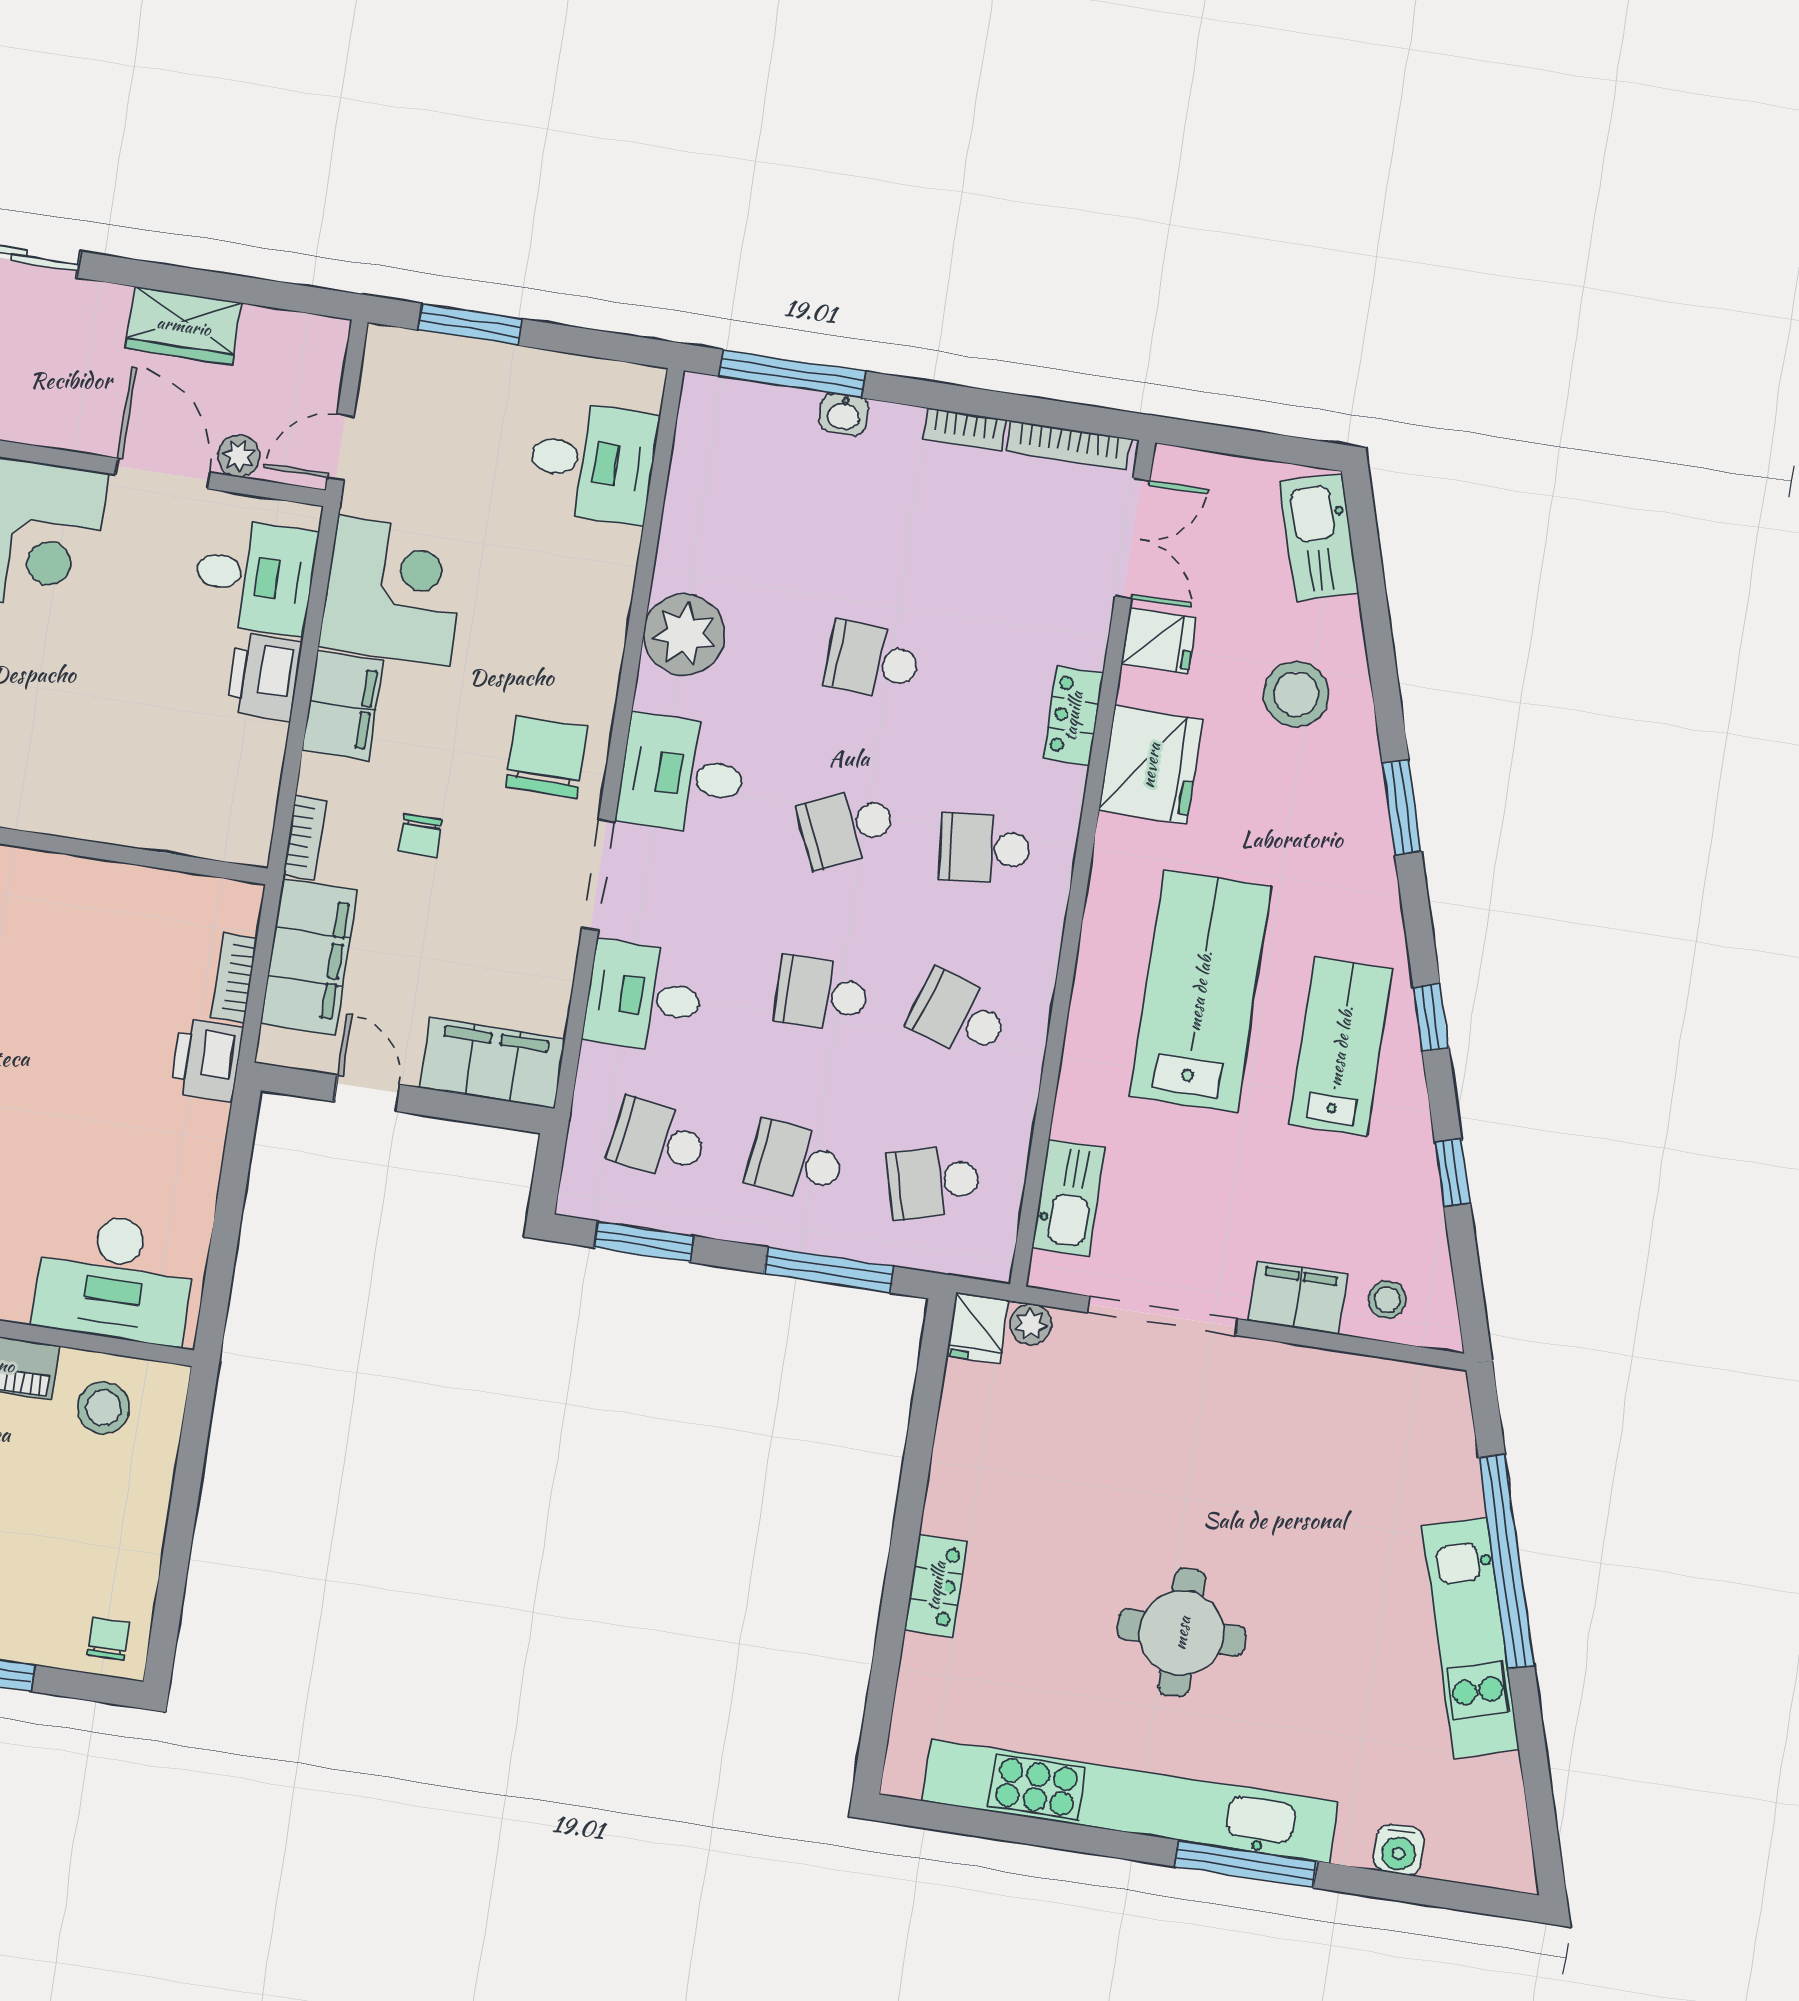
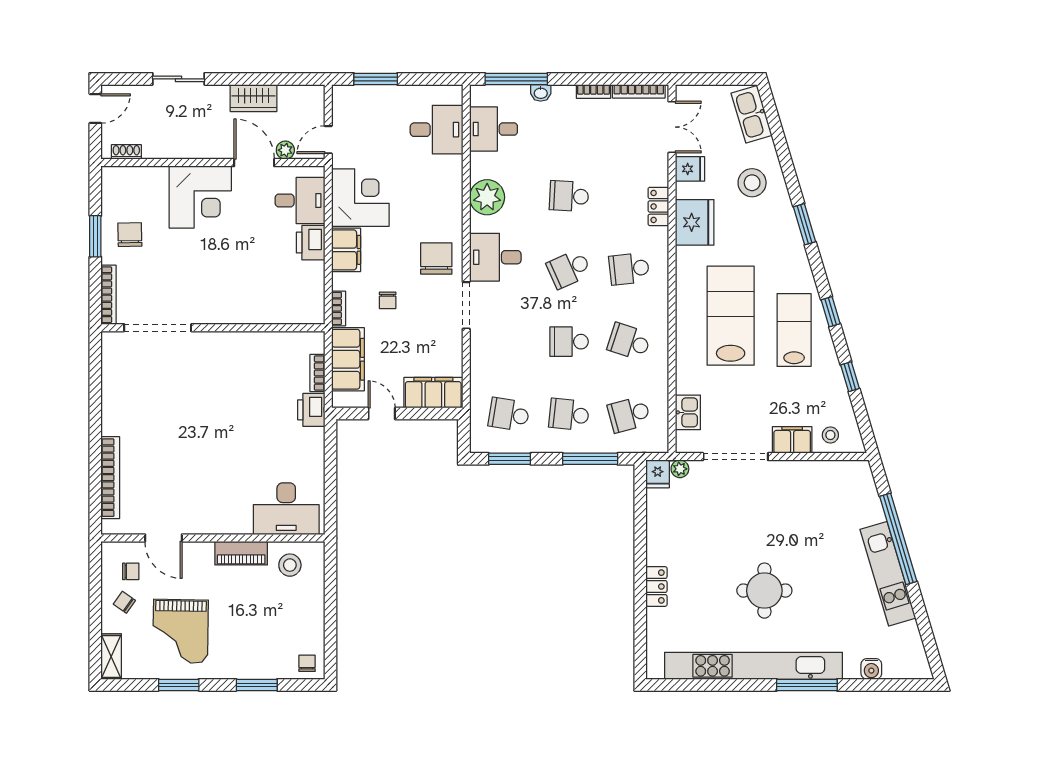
desk: (644, 997) -> (493, 129), moved
kitchen sink: (1069, 1198) -> (688, 412), width x0.73

